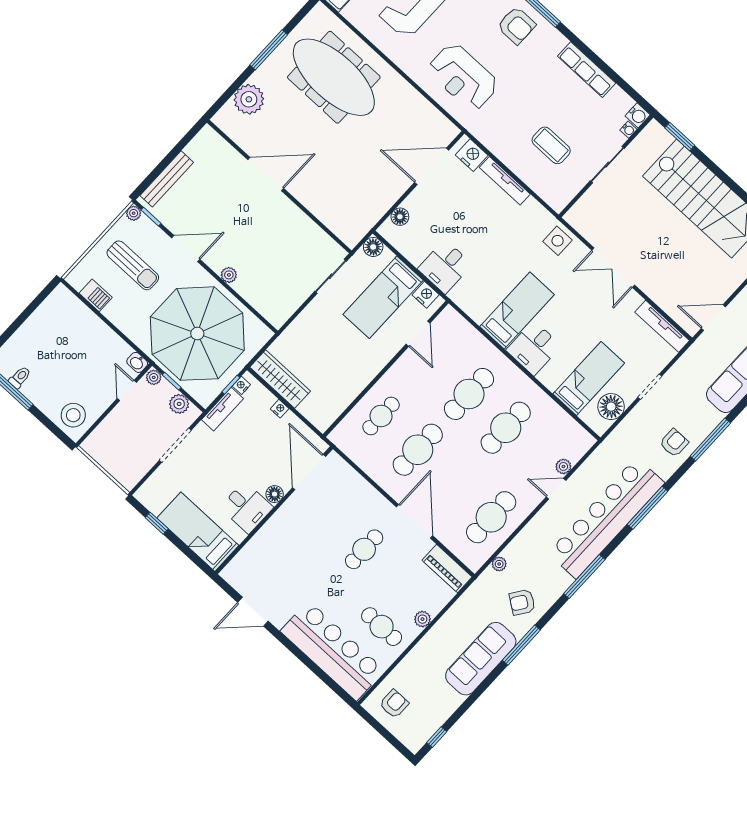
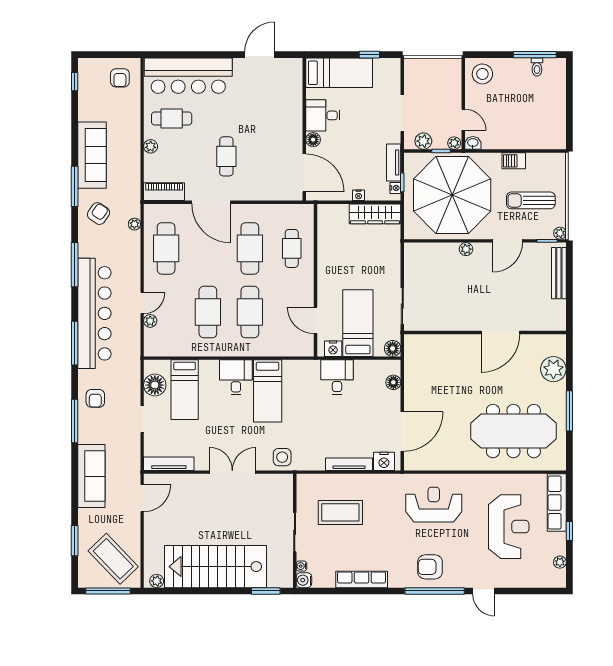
coffee table: (551, 145) -> (340, 512), width x1.36, depth x1.32
barbecue: (96, 295) -> (514, 161), moved

